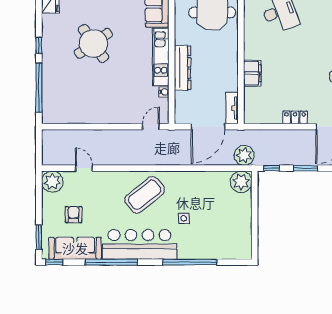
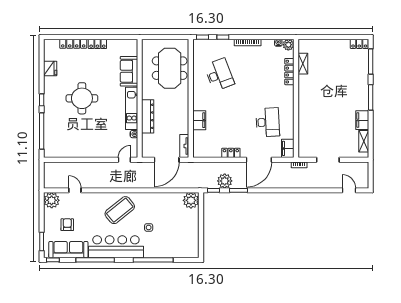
round table: (93, 43) -> (82, 98), turned 35
plant: (244, 155) -> (225, 181), moved

